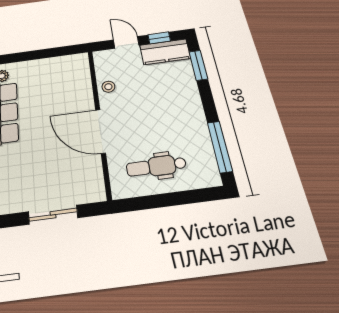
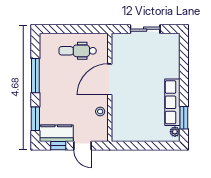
door: (100, 131) -> (110, 79), swing flipped
window: (220, 147) -> (35, 76), moved
dental chair: (156, 166) -> (78, 51), turned 180

